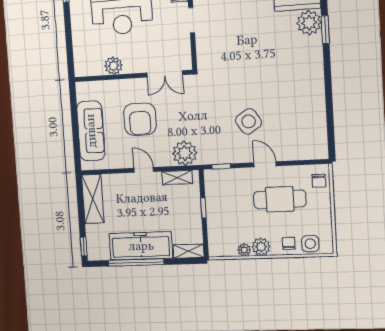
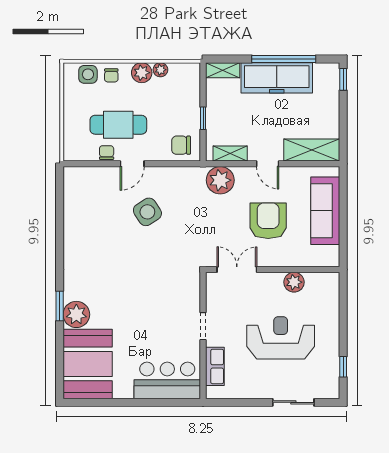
door: (265, 164) -> (132, 164), hinge flipped
window: (221, 166) -> (180, 164), removed
chair: (319, 181) -> (107, 153), moved
chair: (222, 183) -> (181, 145), added
shelving: (93, 199) -> (312, 150), moved, turned 90

